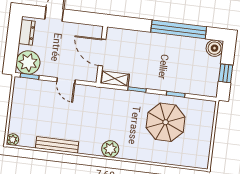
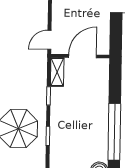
door: (66, 81) -> (49, 40), moved

